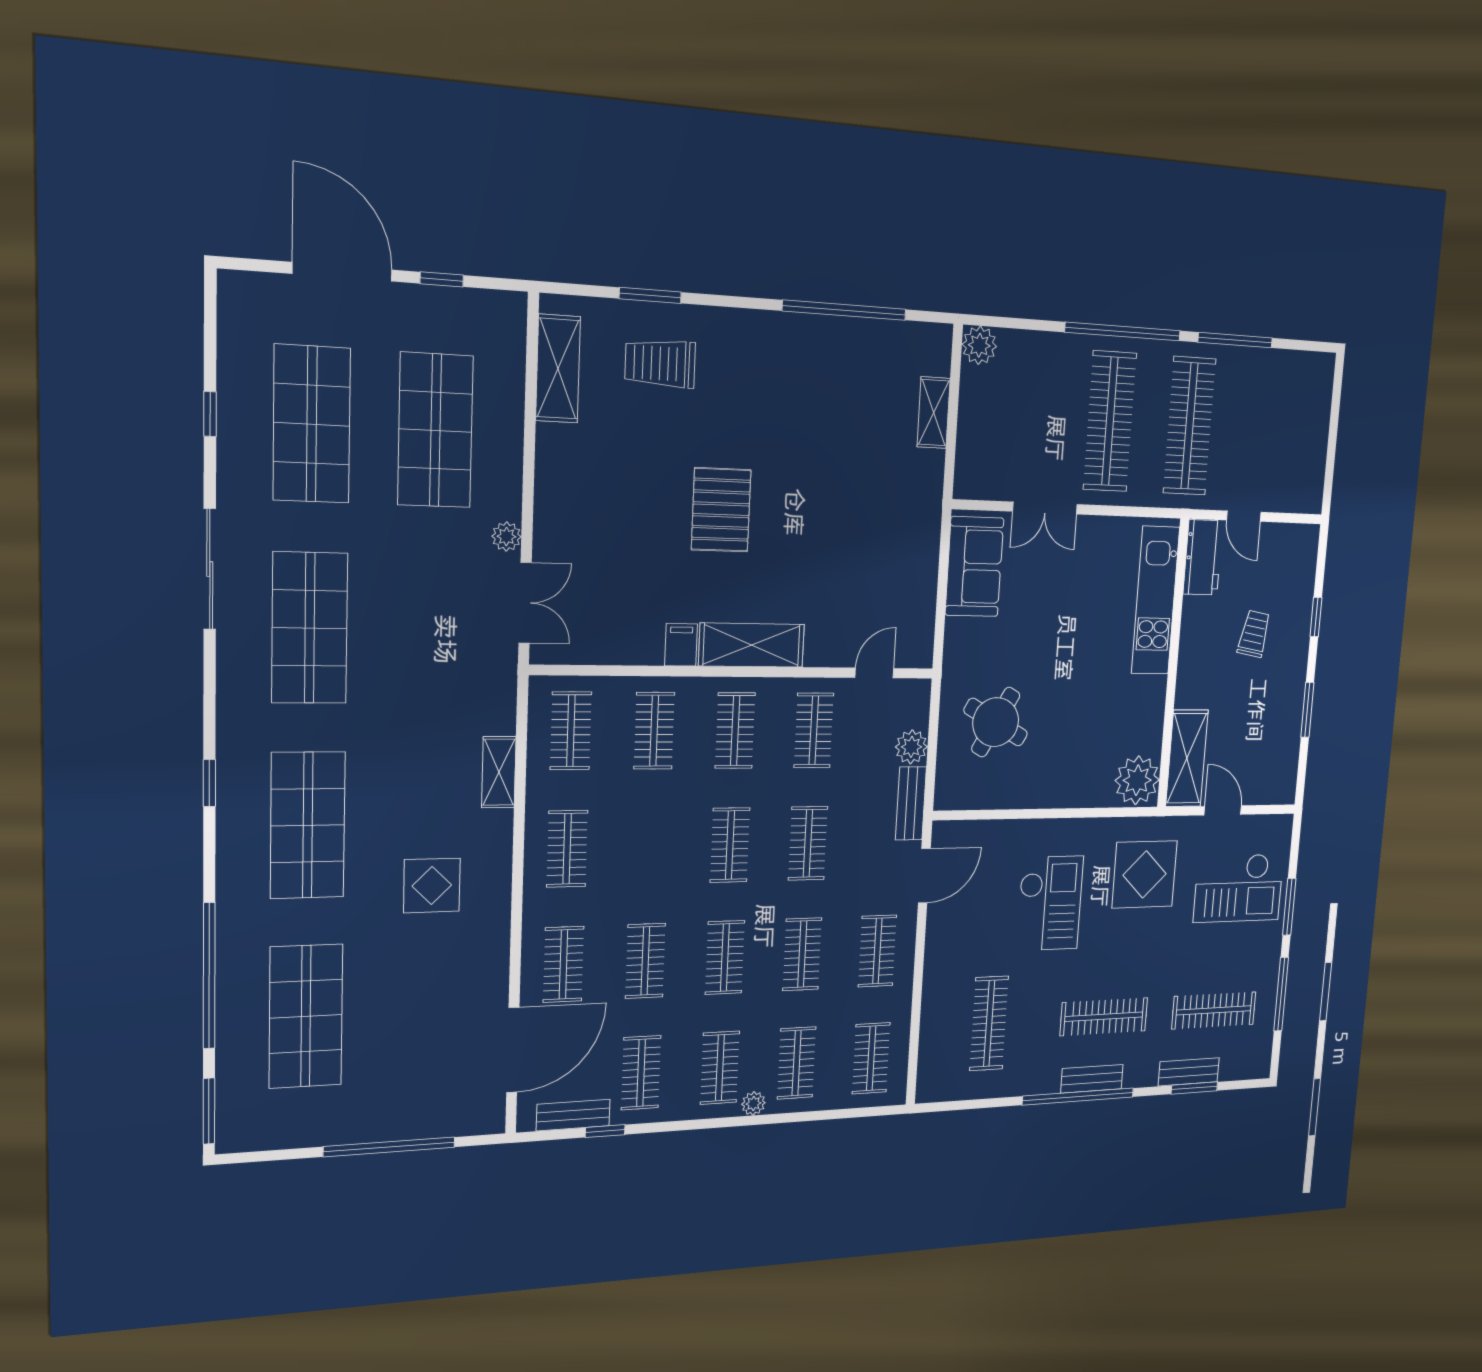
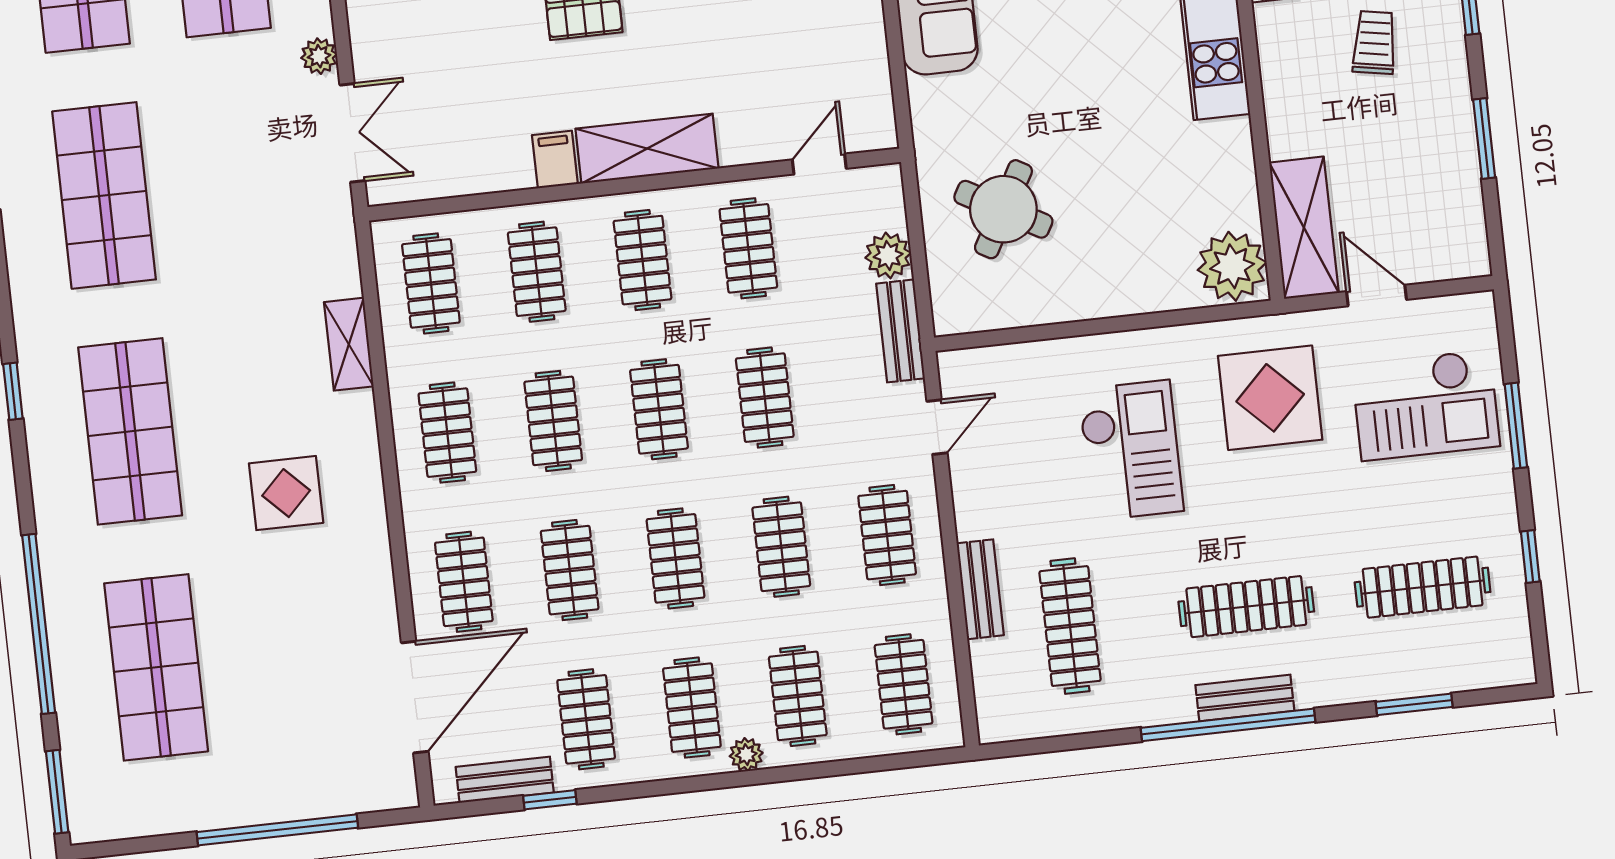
clothes rail: (650, 847) -> (553, 421), added
door: (924, 876) -> (937, 427), width x0.73
window: (1281, 994) -> (1530, 556), width x0.46
bench: (1189, 1072) -> (980, 589), moved, turned 90

